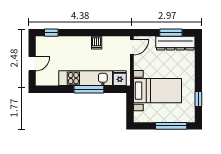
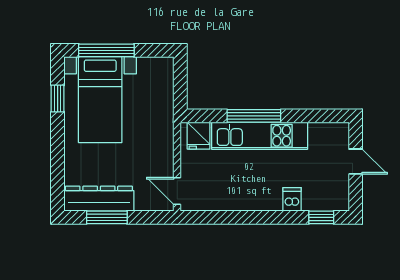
dishwasher: (97, 43) -> (292, 199), moved
door: (132, 47) -> (177, 191), hinge flipped
door: (32, 64) -> (356, 162), swing flipped
bed with nightstands: (158, 91) -> (100, 100), moved, turned -90

